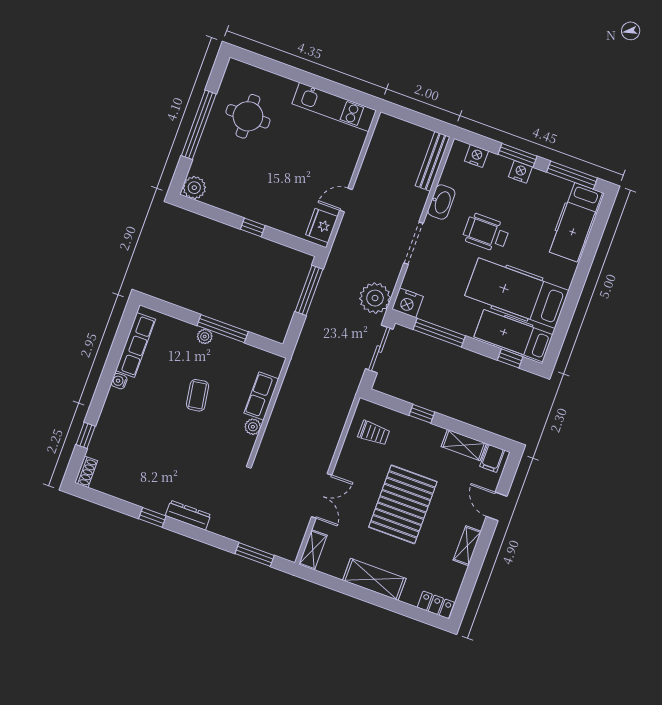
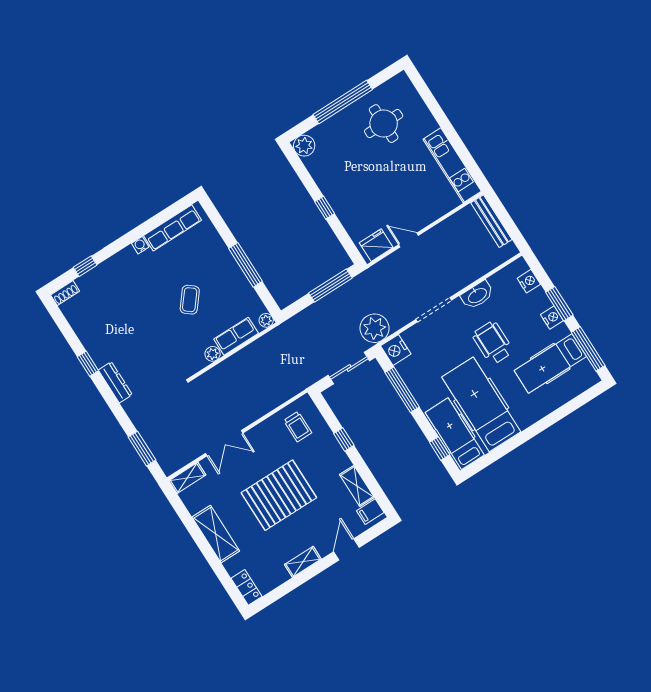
bench: (433, 161) -> (491, 221), moved, turned 90
hospital bed: (576, 222) -> (550, 363), moved
plant: (205, 336) -> (266, 320), moved
coffee table: (198, 395) -> (190, 300), turned -42

